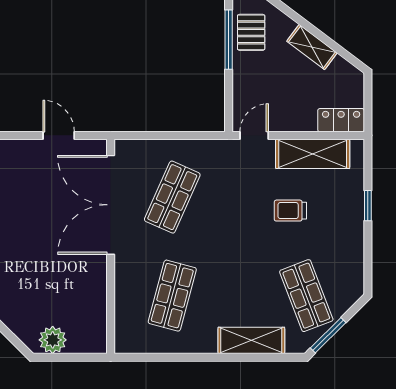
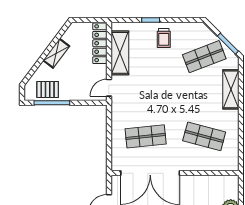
locker: (341, 120) -> (100, 43), width x1.53
door: (254, 135) -> (109, 88), hinge flipped
shop shelf: (172, 197) -> (146, 136), turned -30
trolley: (290, 211) -> (164, 38), moved

